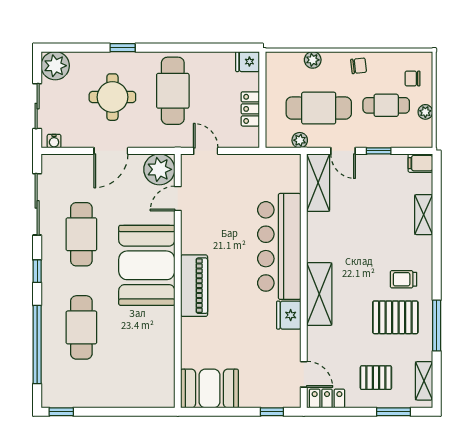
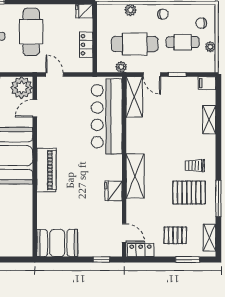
bar counter: (279, 246) -> (107, 116), moved

